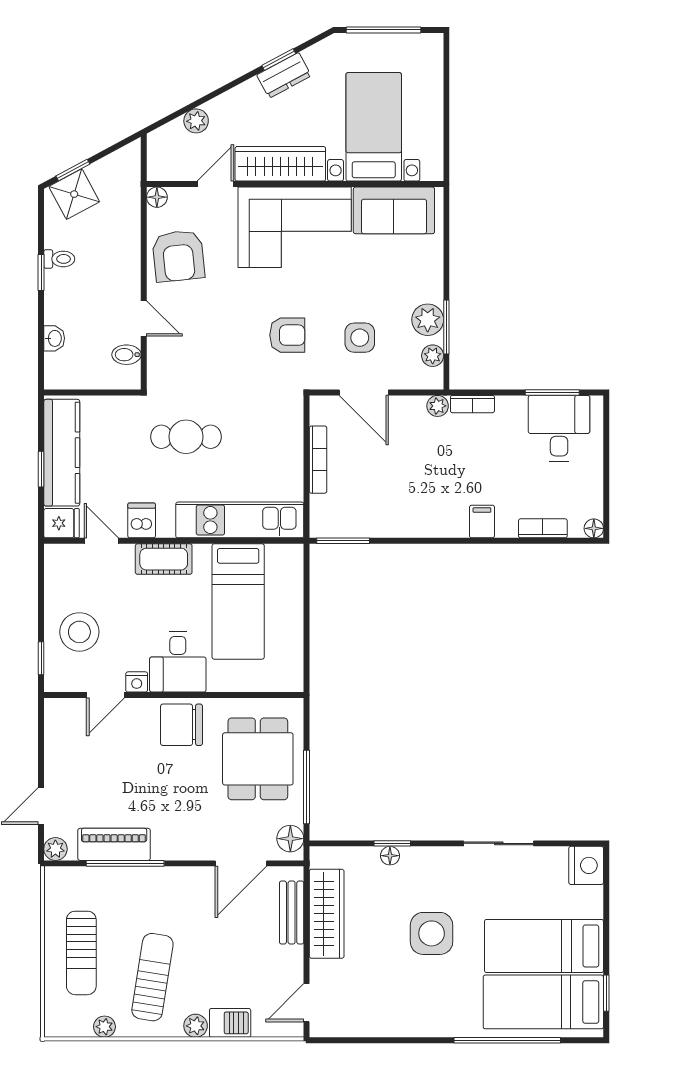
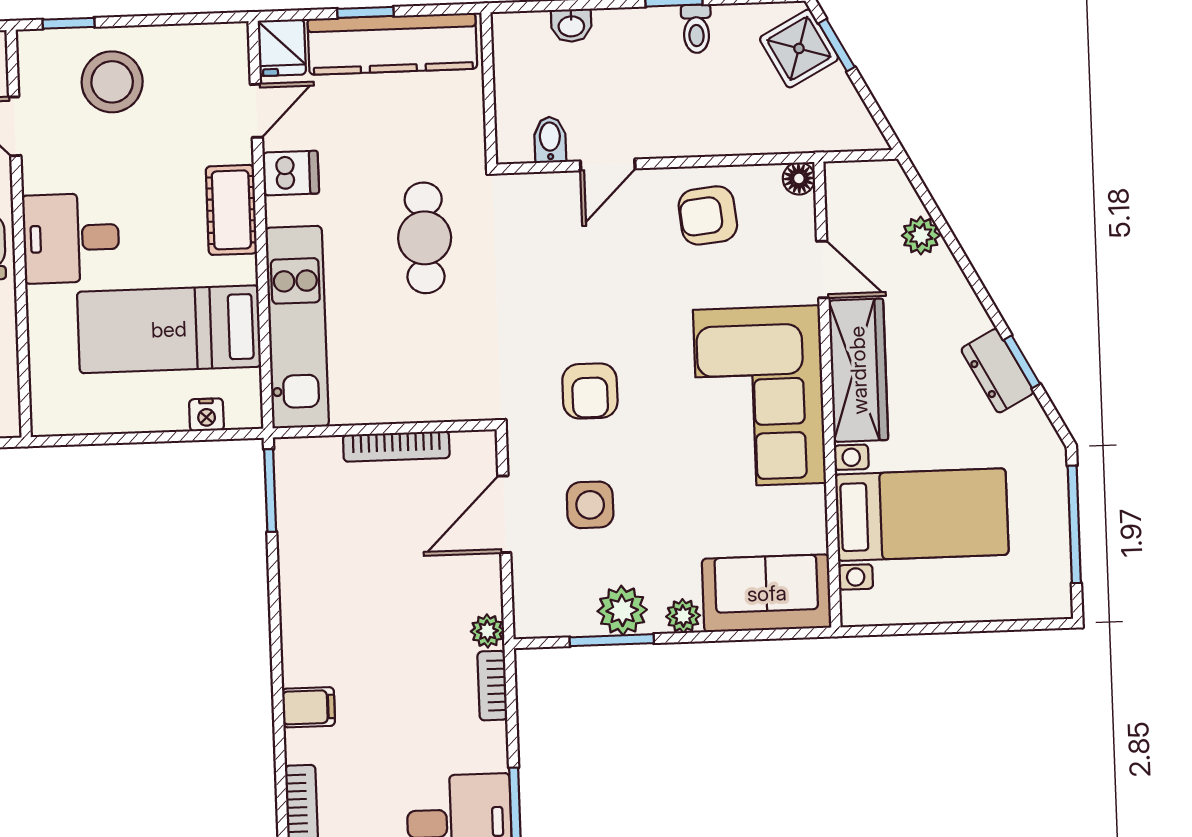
sofa: (394, 210) -> (767, 593), moved, turned 90
armchair: (178, 256) -> (708, 215), width x0.72, depth x0.72
plant: (433, 356) -> (683, 616), moved
nightstand: (137, 682) -> (206, 415), moved, turned -90

